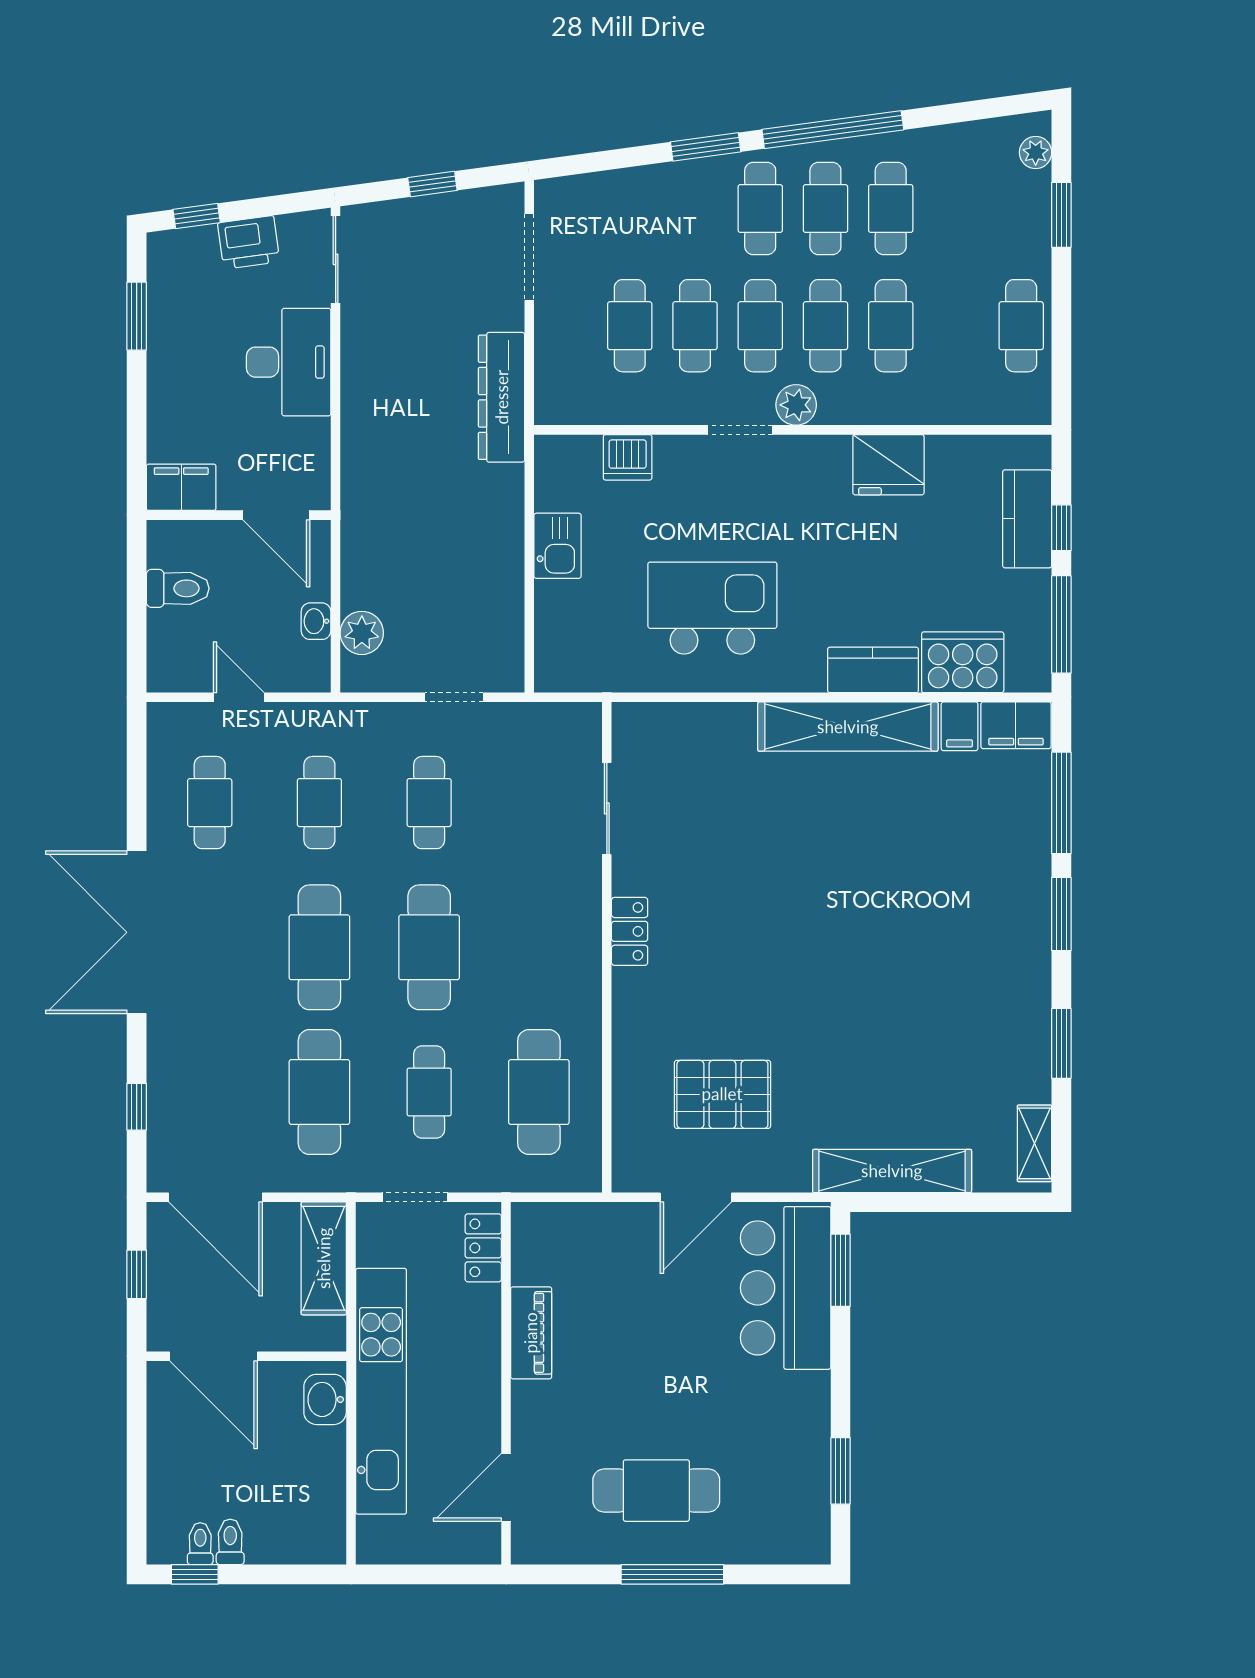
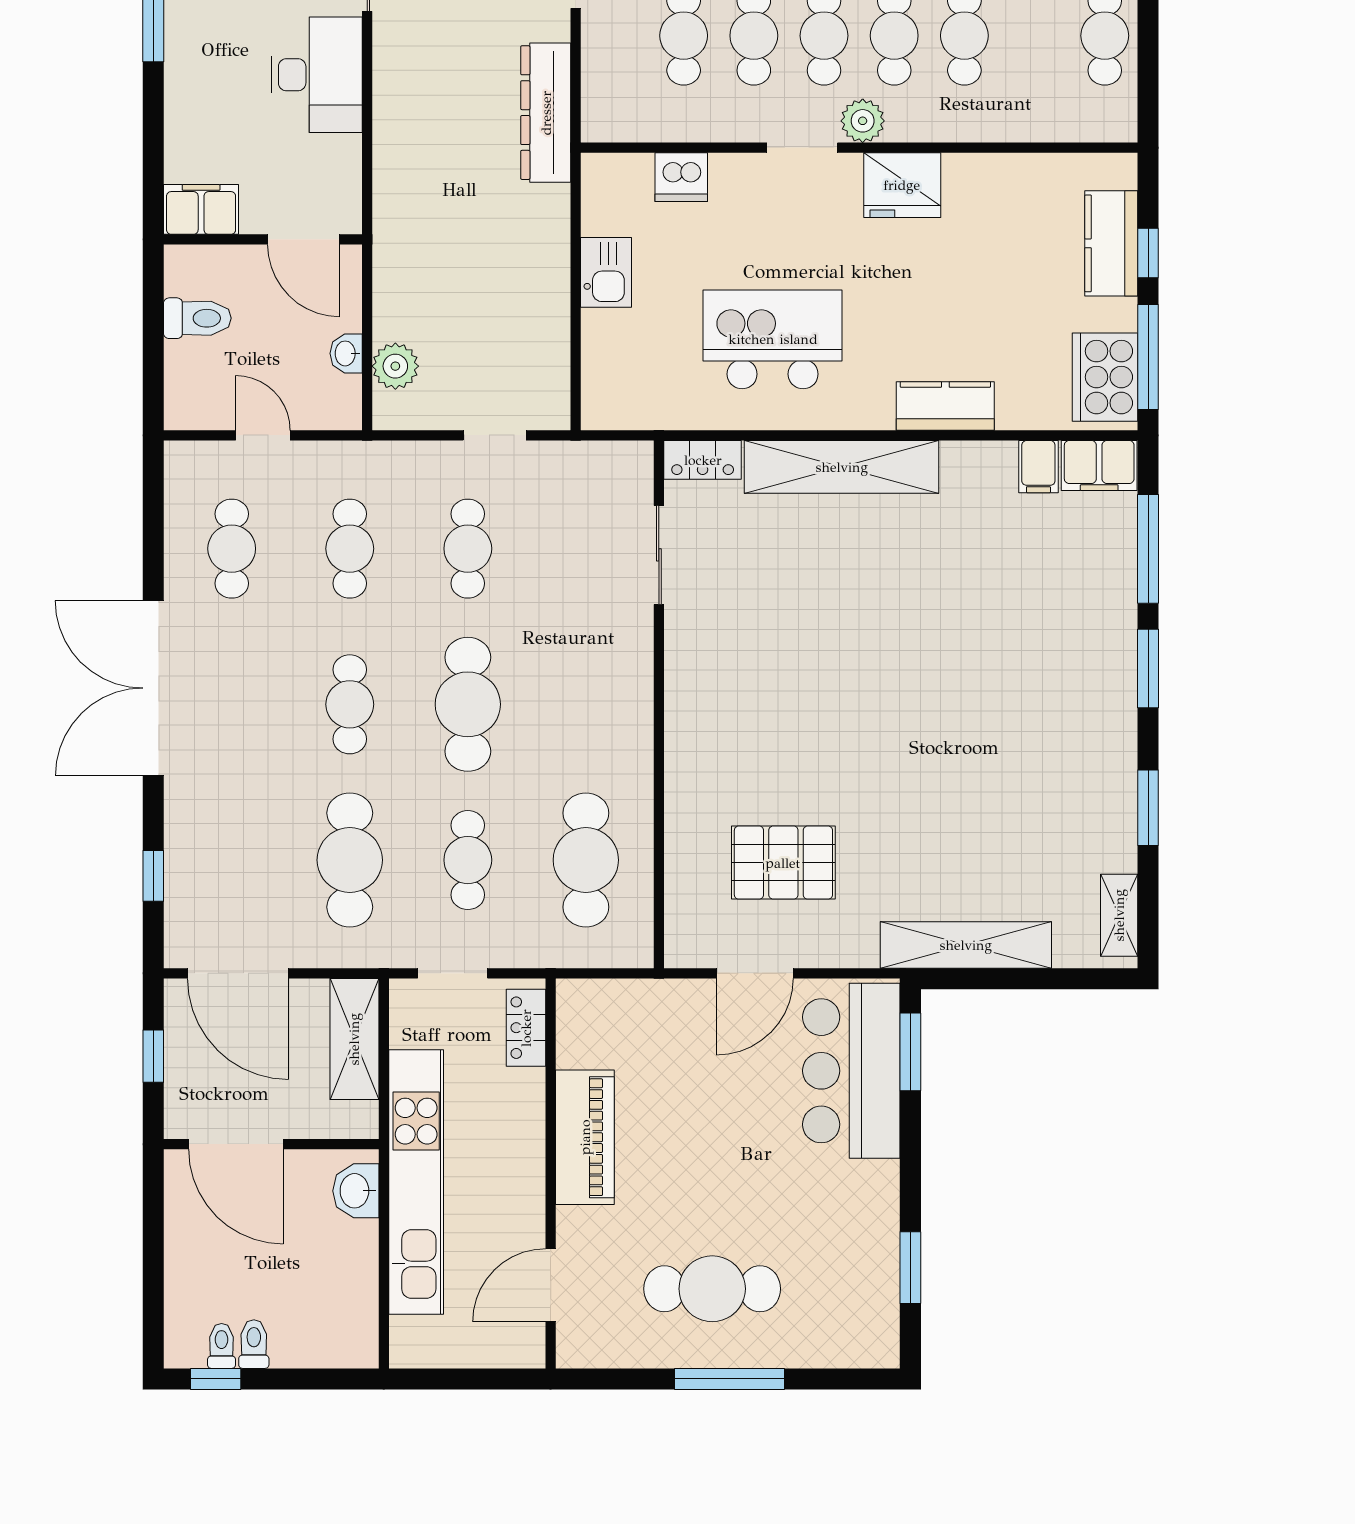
fridge: (888, 465) -> (902, 185), moved
cooker: (963, 662) -> (1105, 377), moved, turned -90
shelving: (848, 727) -> (842, 467), moved
locker: (630, 931) -> (703, 460), moved, turned 90
cafe table: (319, 947) -> (350, 704), width x0.73, depth x0.74
piano: (531, 1333) -> (585, 1137), width x1.37, depth x1.33

